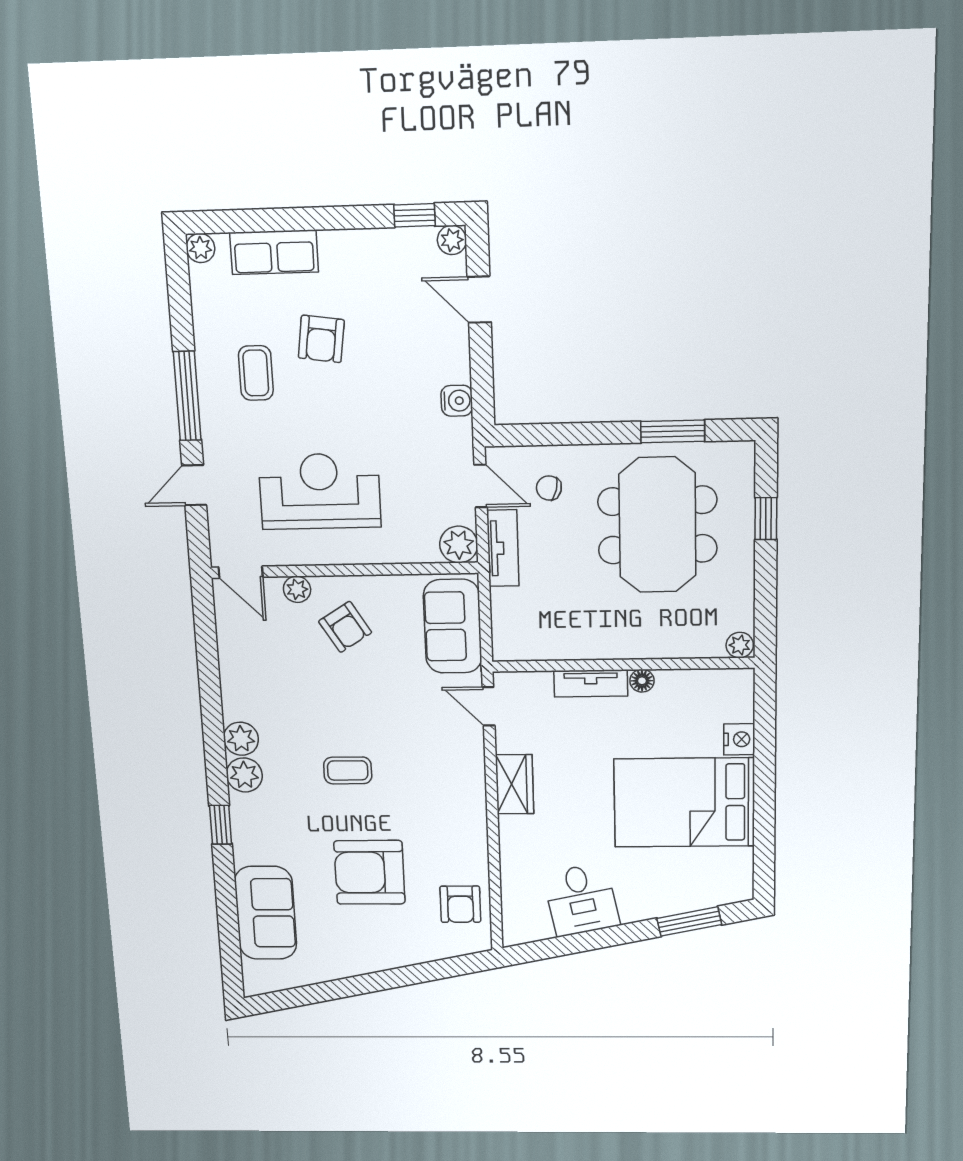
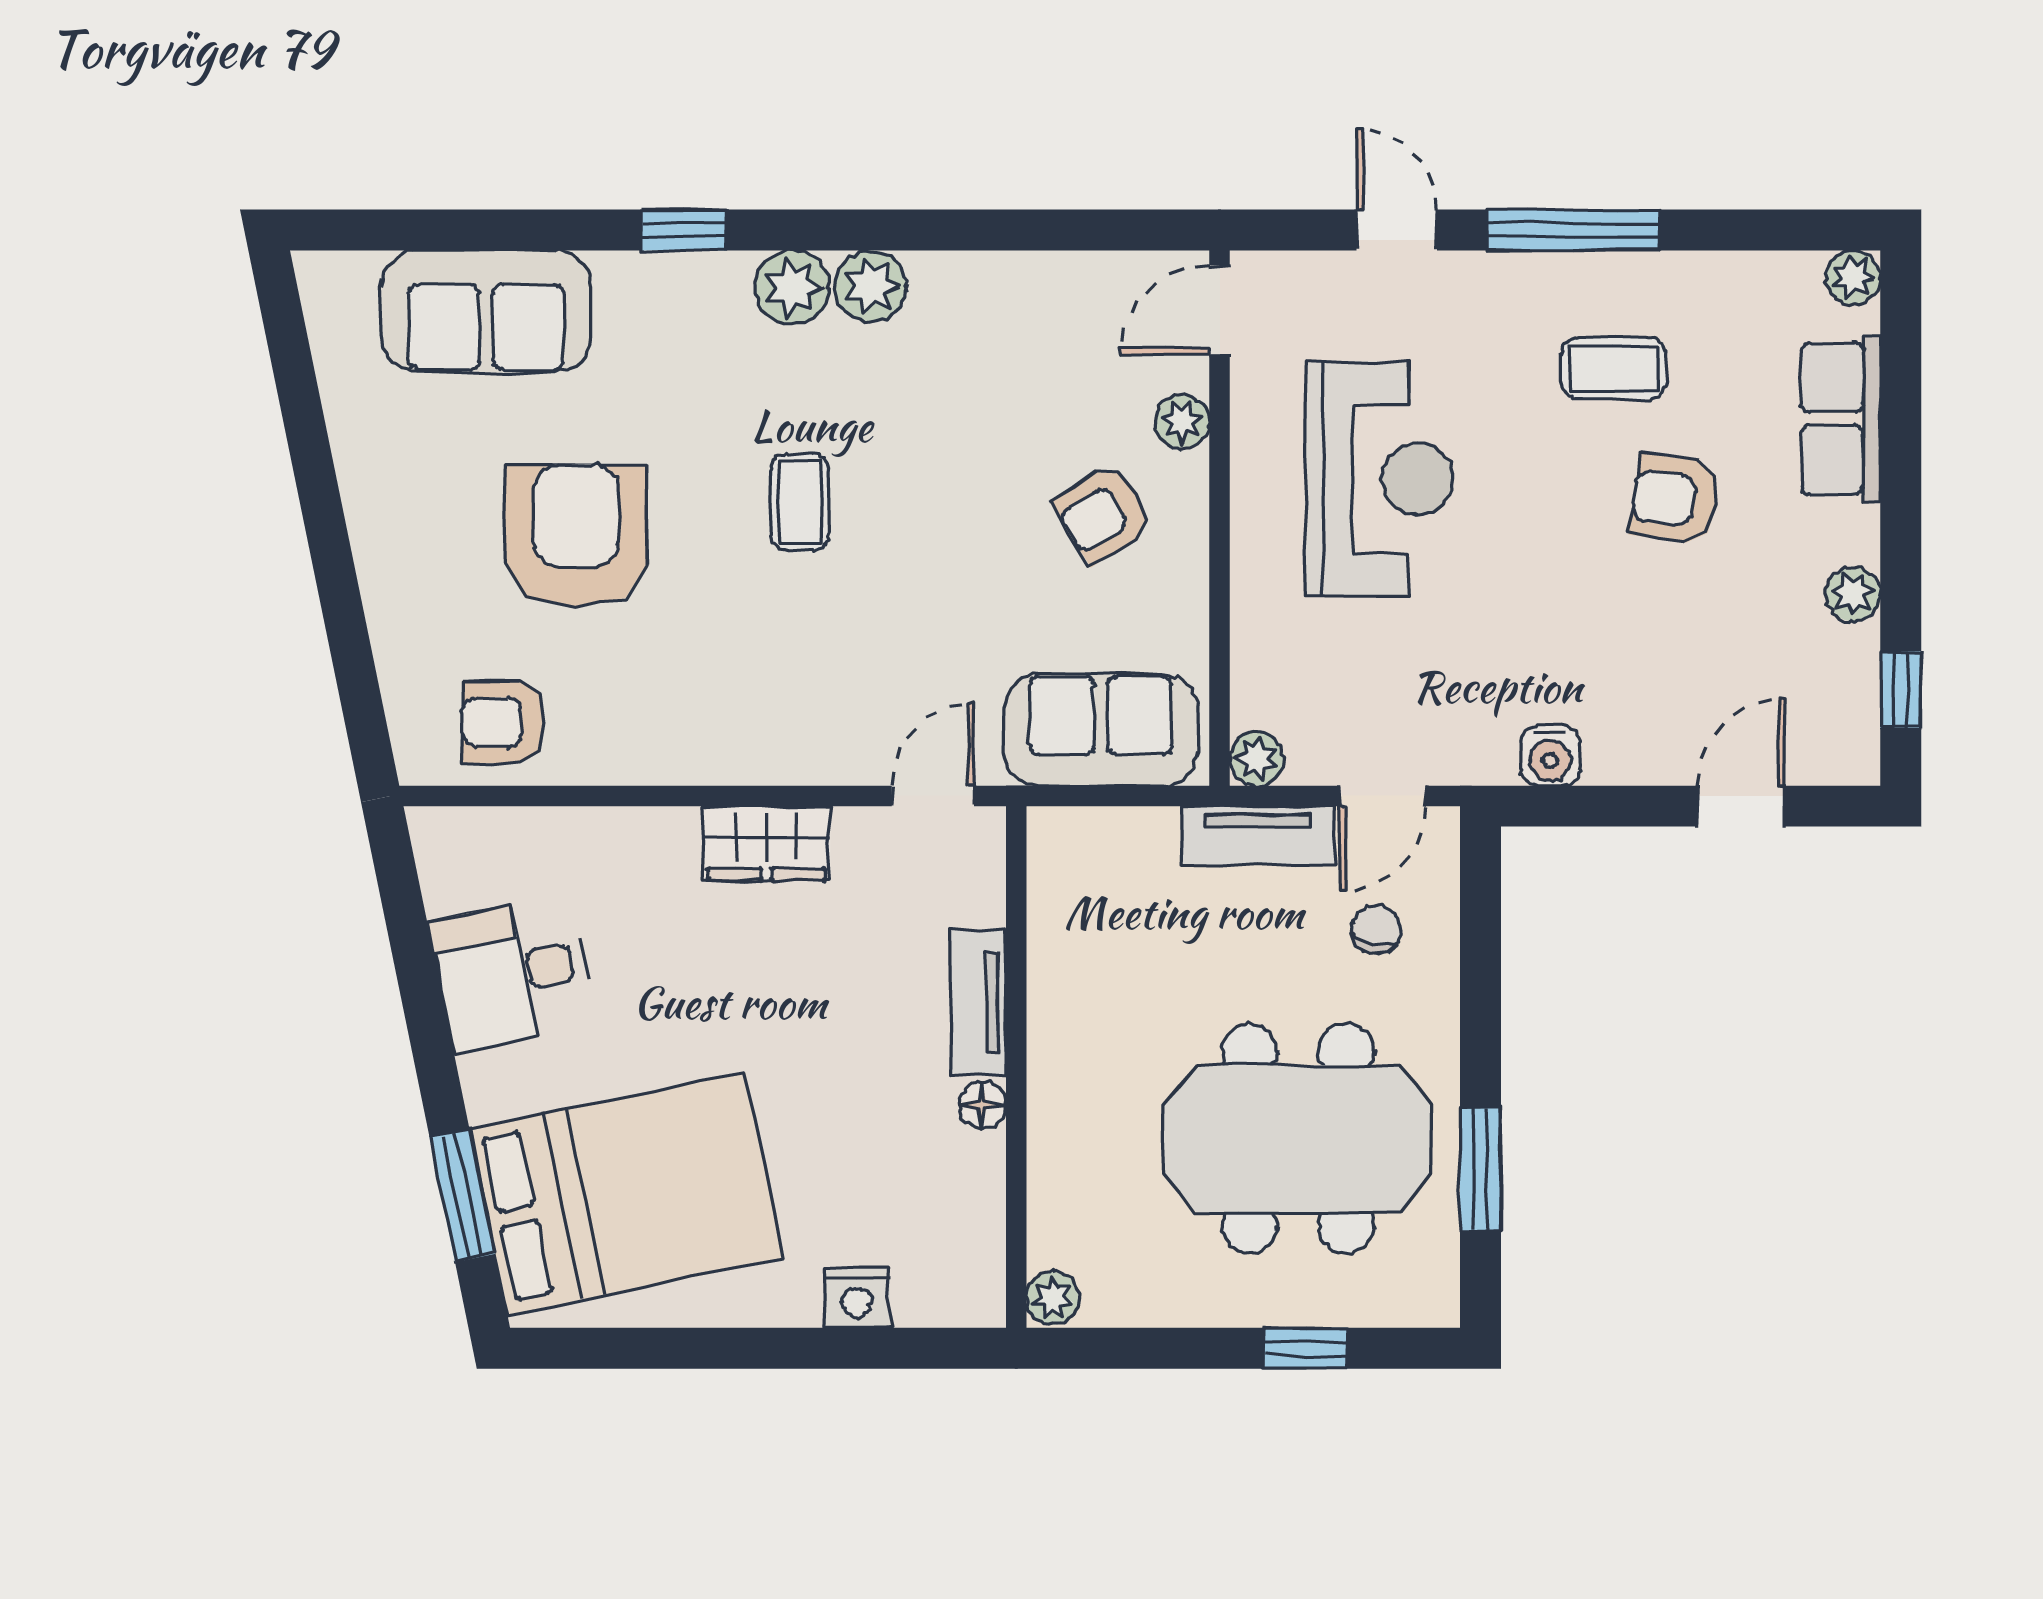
plant: (452, 240) -> (1853, 594), moved
plant: (459, 545) -> (1257, 759), width x0.73, depth x0.73
bed: (684, 803) -> (627, 1194), moved, turned 78

